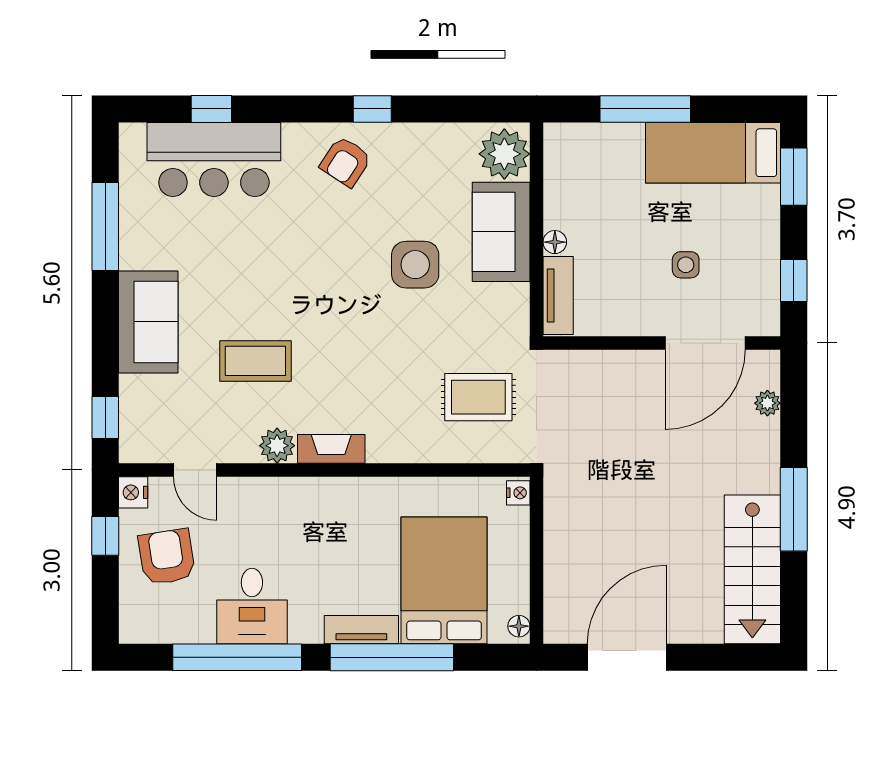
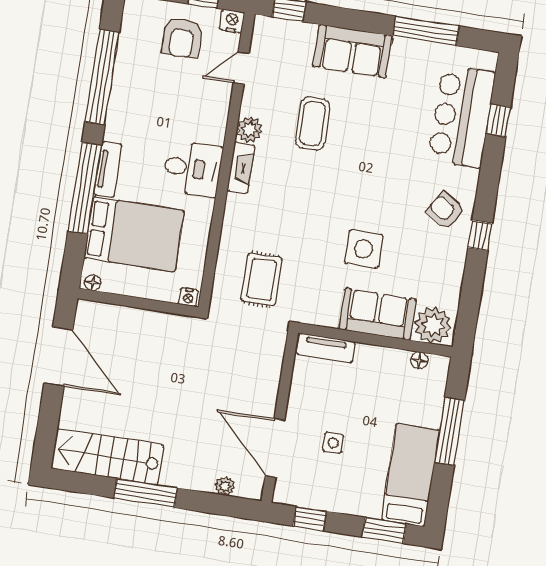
floor lamp: (555, 242) -> (419, 360), moved
armchair: (167, 557) -> (182, 38), turned 99
desk: (252, 606) -> (193, 169), moved, turned 180

